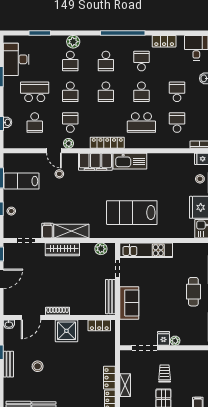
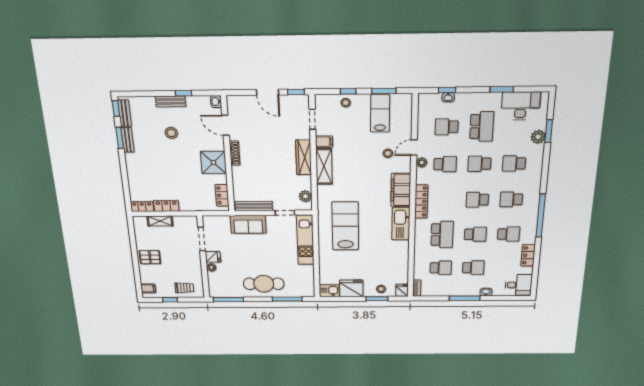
plant: (73, 42) -> (538, 137), moved
school desk: (141, 92) -> (475, 234), turned 180
school desk: (141, 123) -> (442, 235), turned 180
cafe table: (193, 292) -> (264, 284), width x1.37, depth x1.35
trolley: (165, 374) -> (184, 288), moved

